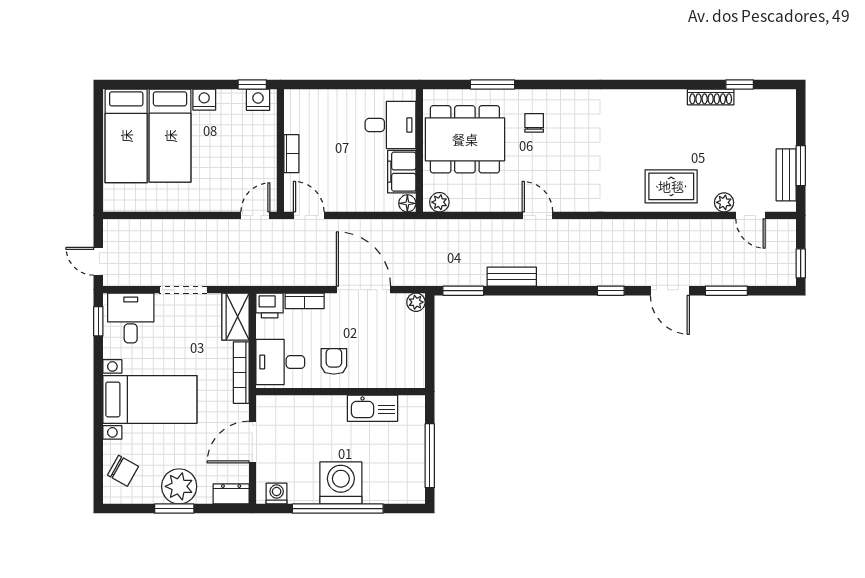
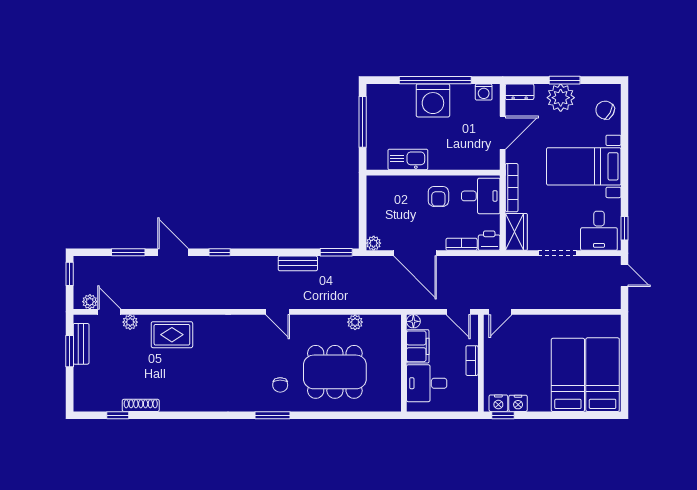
window: (493, 84) -> (272, 415), moved
nightstand: (204, 100) -> (518, 403), moved
desk: (391, 125) -> (427, 383), moved
wall: (419, 150) -> (404, 363), moved
filing cabinet: (402, 172) -> (418, 346), moved
floor lamp: (407, 203) -> (413, 321), moved
plant: (775, 228) -> (90, 302), added

